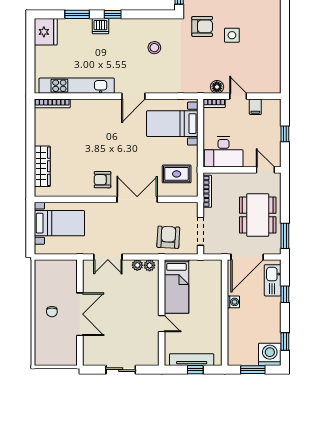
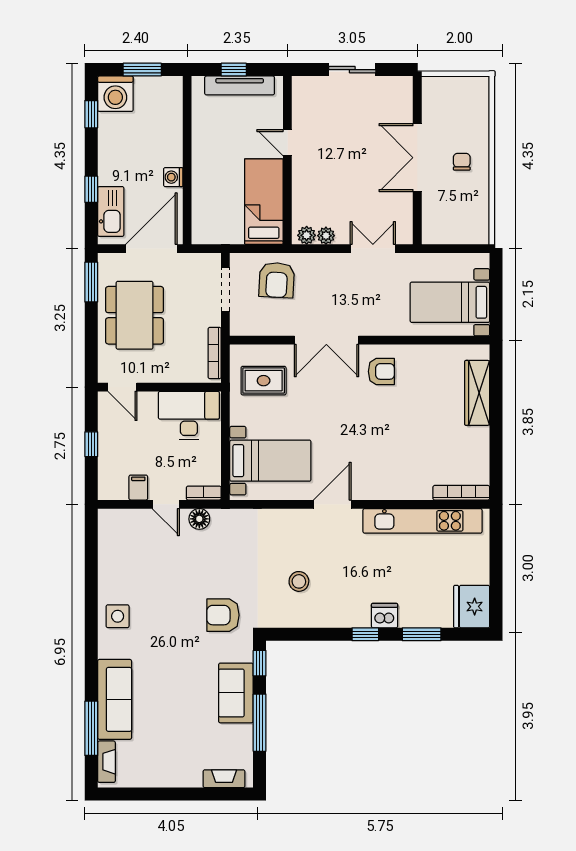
side table: (232, 35) -> (118, 616), moved

